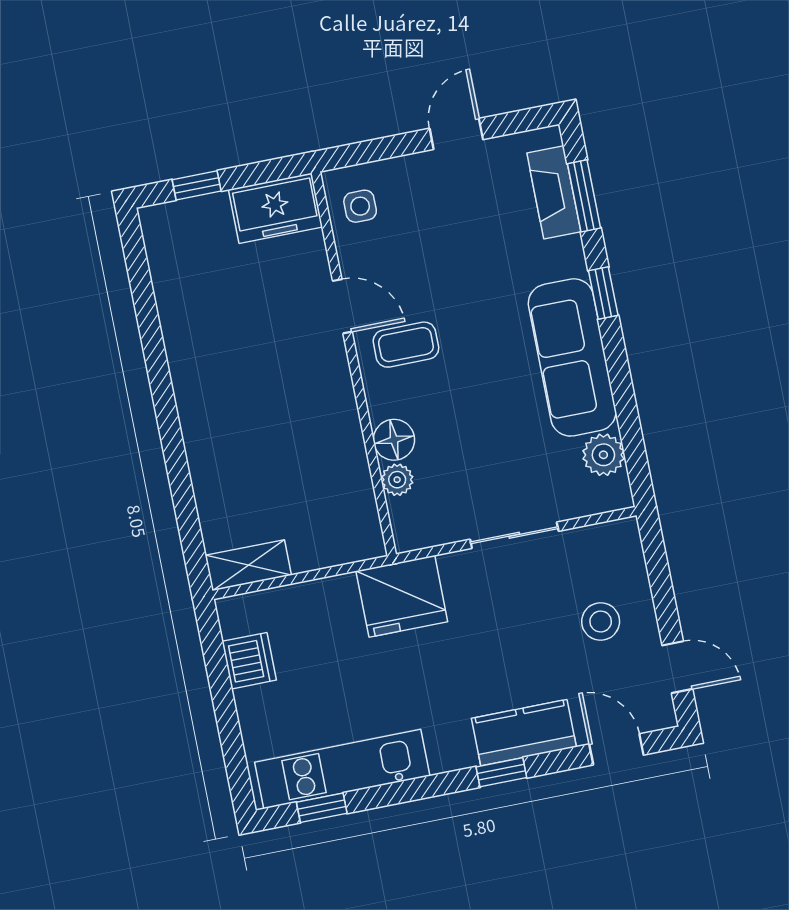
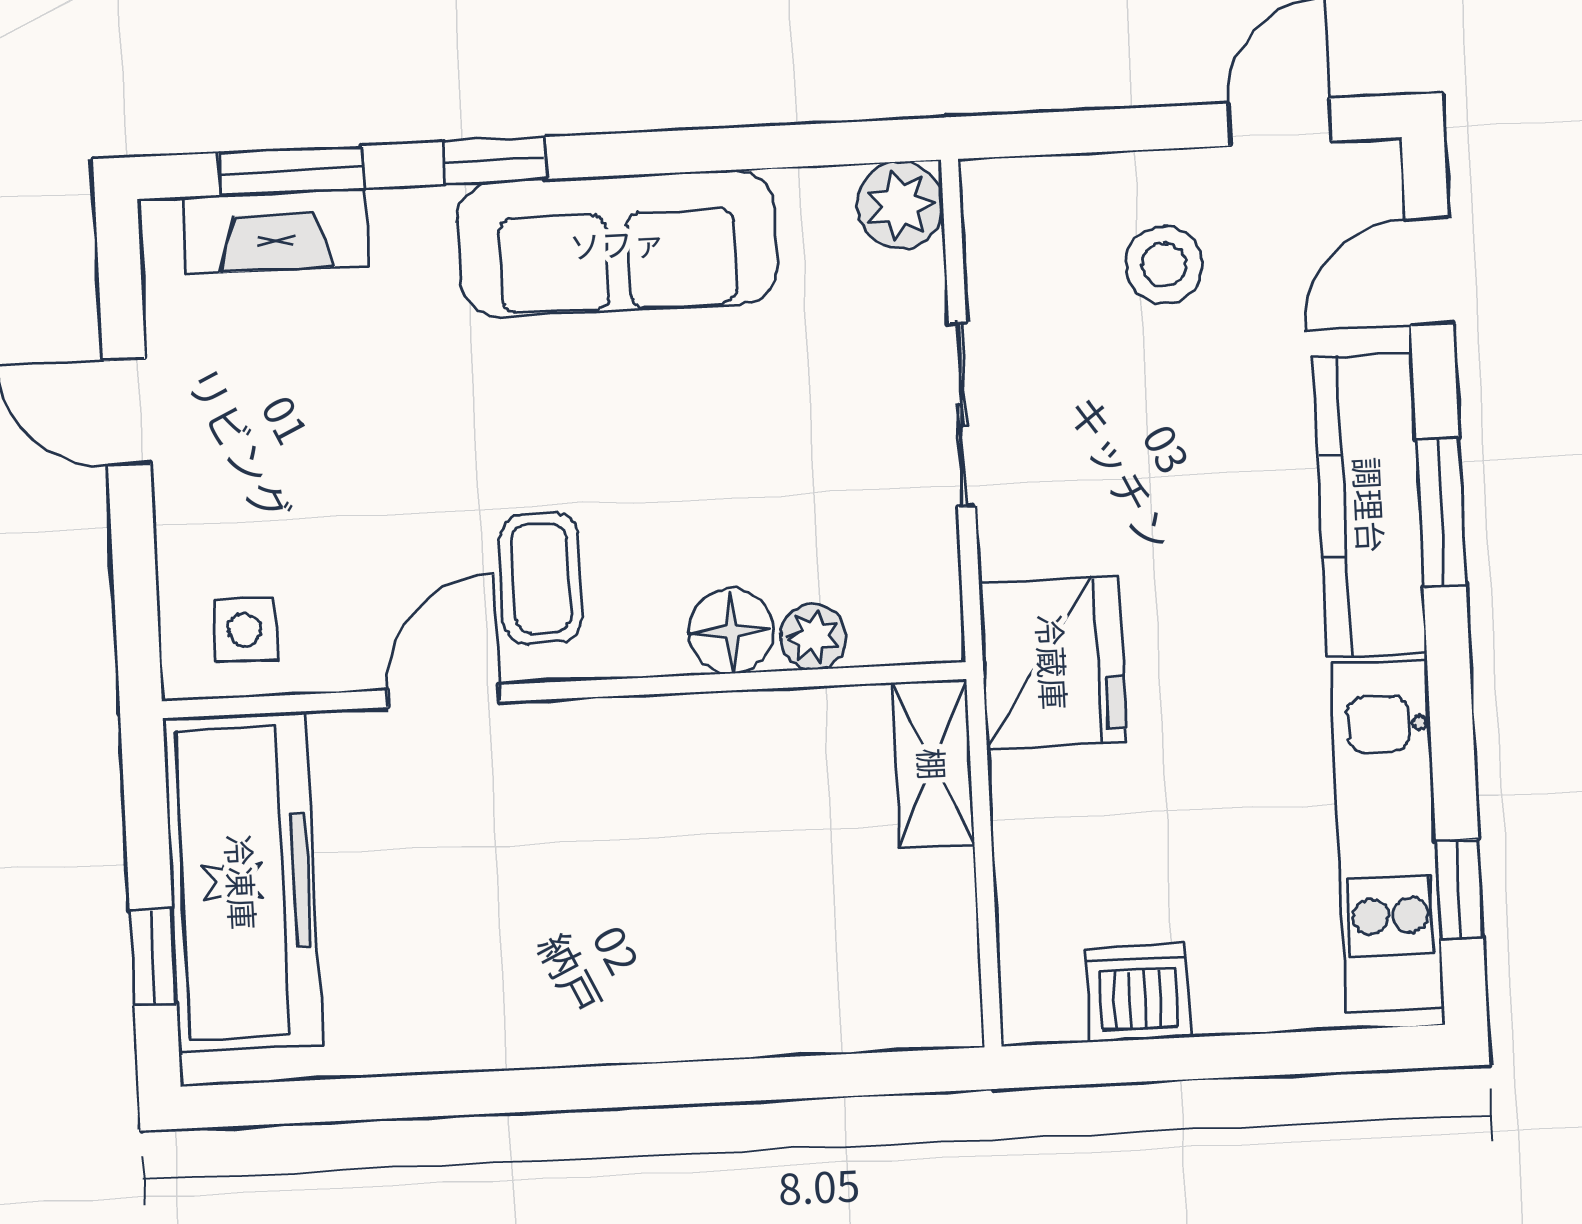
freezer: (276, 208) -> (242, 882), width x1.91, depth x1.26
plant: (603, 455) -> (900, 205), moved
shelving: (248, 565) -> (933, 764), moved
kitchen counter: (524, 733) -> (1370, 505), width x1.50
window: (501, 772) -> (1441, 512), width x1.50

